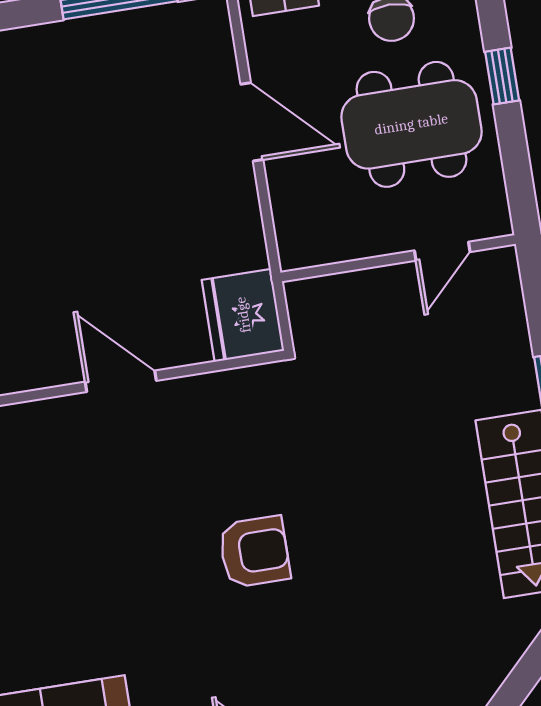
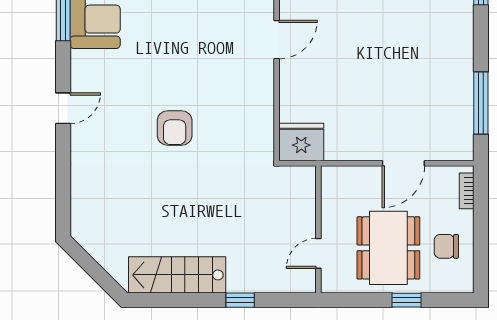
door: (442, 251) -> (318, 253), hinge flipped
door: (121, 381) -> (277, 40), moved

